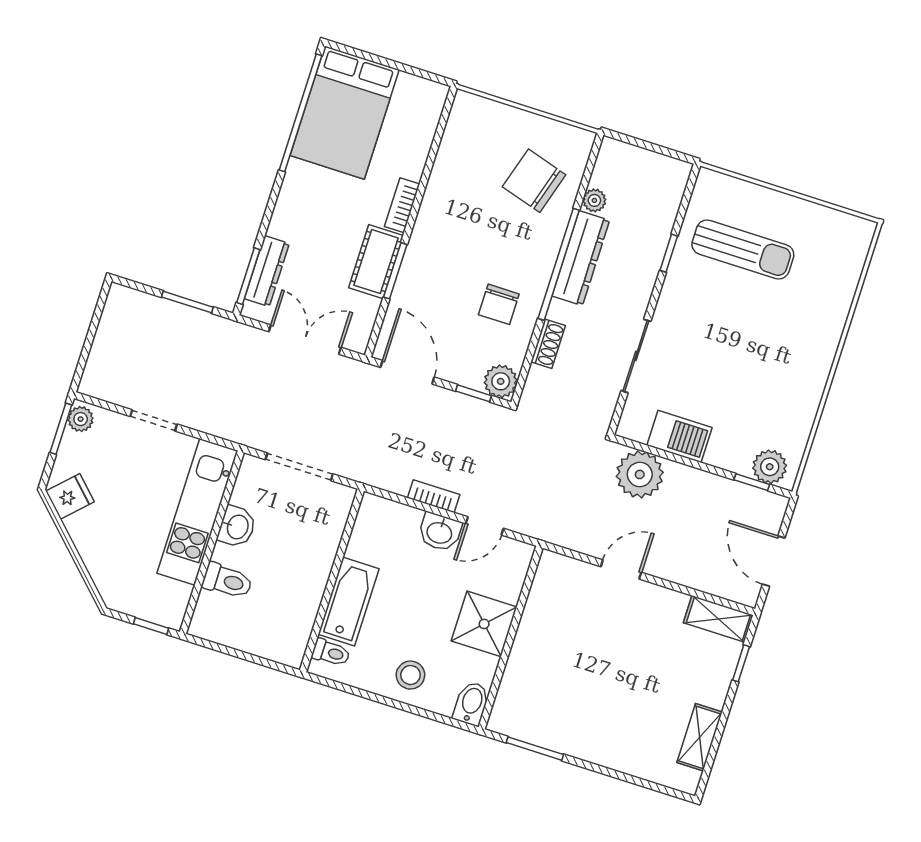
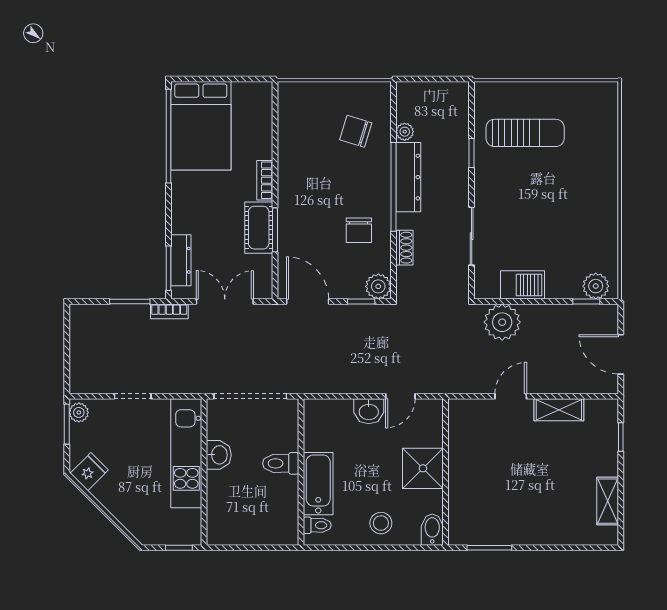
chair: (534, 181) -> (356, 131), width x0.73, depth x0.73
doorway: (299, 467) -> (250, 396), width x1.36
bookcase: (434, 496) -> (169, 311), moved, turned 180
toilet: (227, 581) -> (281, 463), moved, turned 180
shelving: (718, 619) -> (559, 410), moved

